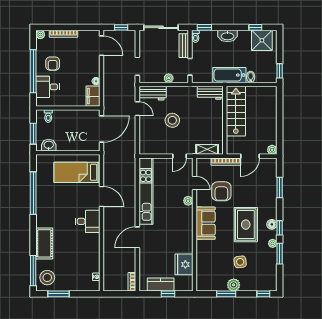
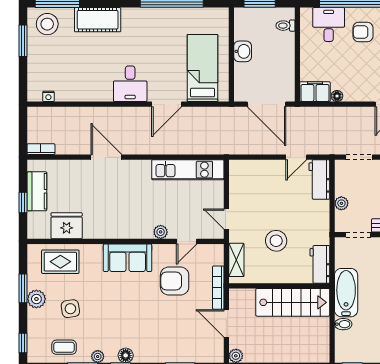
stool: (172, 120) -> (276, 241), moved
washbasin: (49, 145) -> (243, 51), moved
kitchen unit: (146, 191) -> (188, 170), width x0.73
rug: (246, 225) -> (60, 262), moved, width x0.73, depth x0.70
coffee table: (266, 266) -> (64, 347), added

